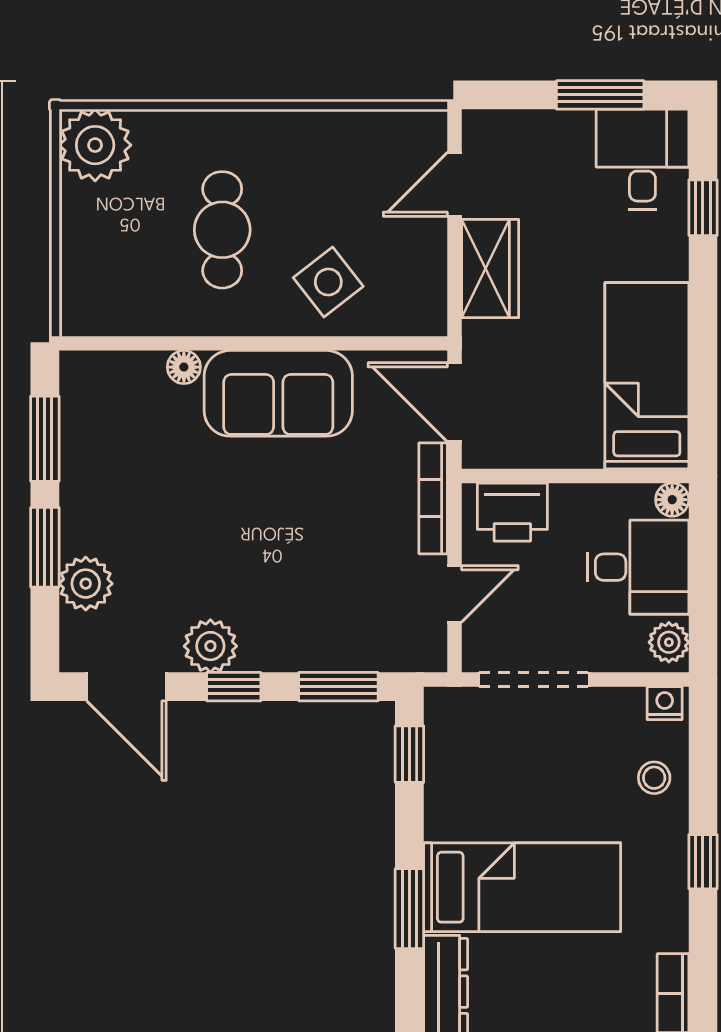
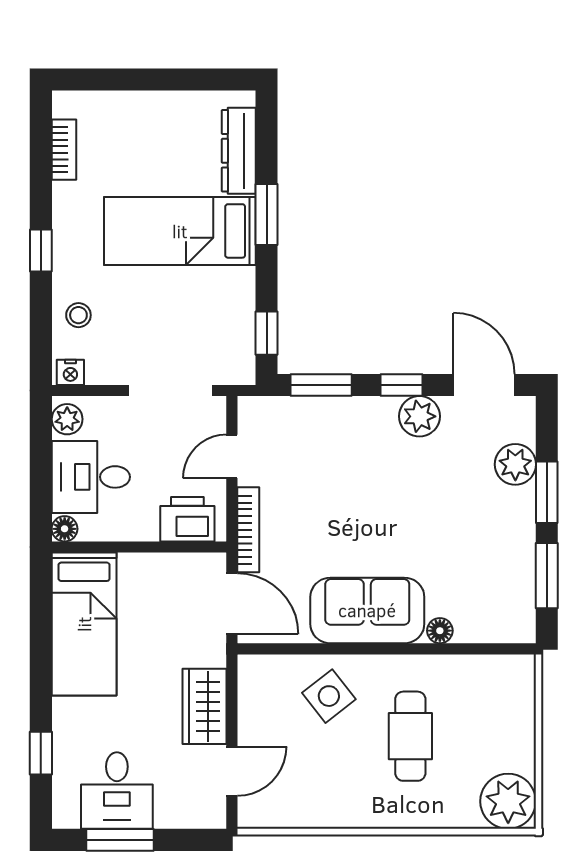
desk: (642, 159) -> (117, 791), moved

